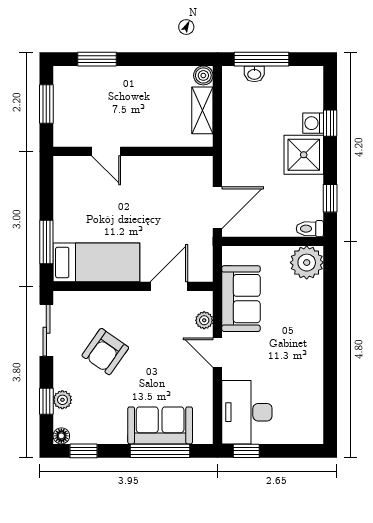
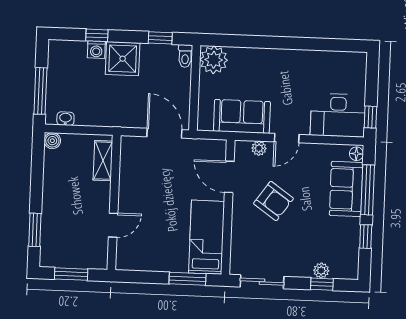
washbasin: (254, 74) -> (65, 119), moved, turned -90
shelving: (202, 110) -> (103, 161), moved, turned 90
armchair: (105, 352) -> (273, 201), moved
floor lamp: (61, 436) -> (356, 154), moved
window: (84, 451) -> (366, 237), moved

